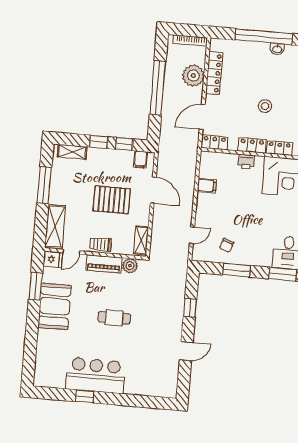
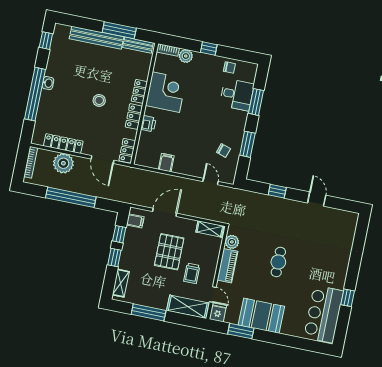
trolley: (101, 244) -> (192, 273), moved
bar counter: (95, 375) -> (324, 314), moved

